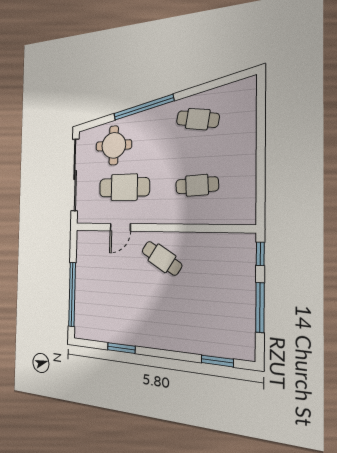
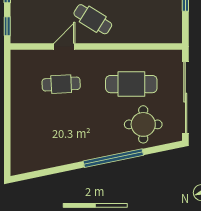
cafe table: (198, 119) -> (61, 143), removed
door: (120, 227) -> (64, 47), moved

